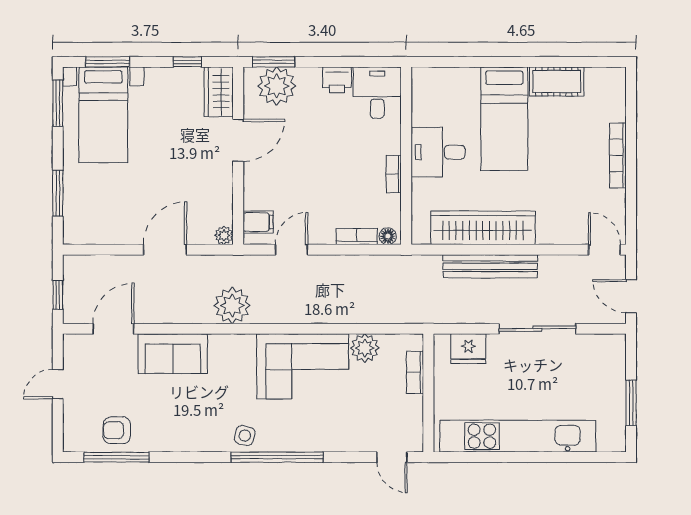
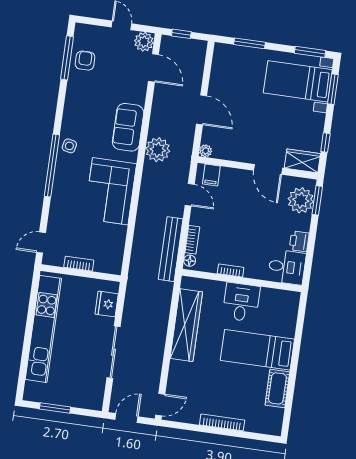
bench: (490, 266) -> (171, 249), moved
plant: (365, 348) -> (144, 42), moved
sofa: (173, 354) -> (128, 127), moved
bookcase: (415, 372) -> (79, 264), moved

